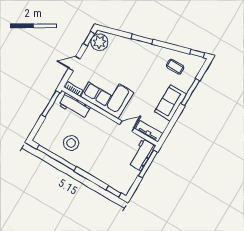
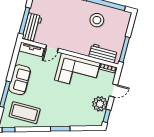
plant: (99, 42) -> (100, 104), moved
coffee table: (175, 67) -> (25, 113), width x1.86, depth x1.72

